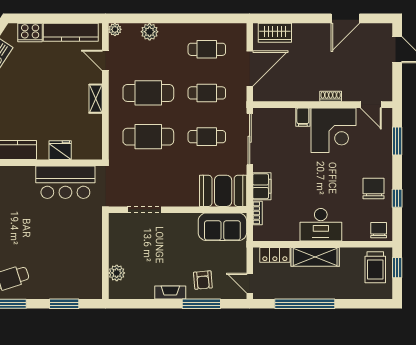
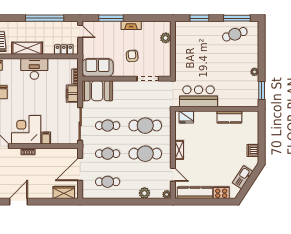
fridge: (60, 150) -> (186, 117), moved
shelving: (315, 257) -> (27, 48), moved
armchair: (203, 280) -> (132, 56), moved

